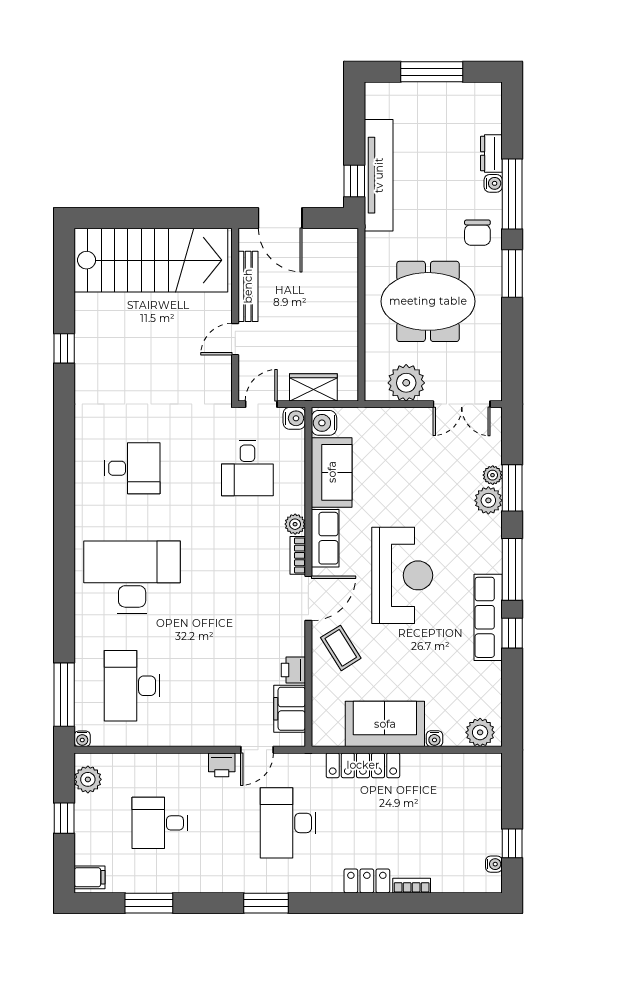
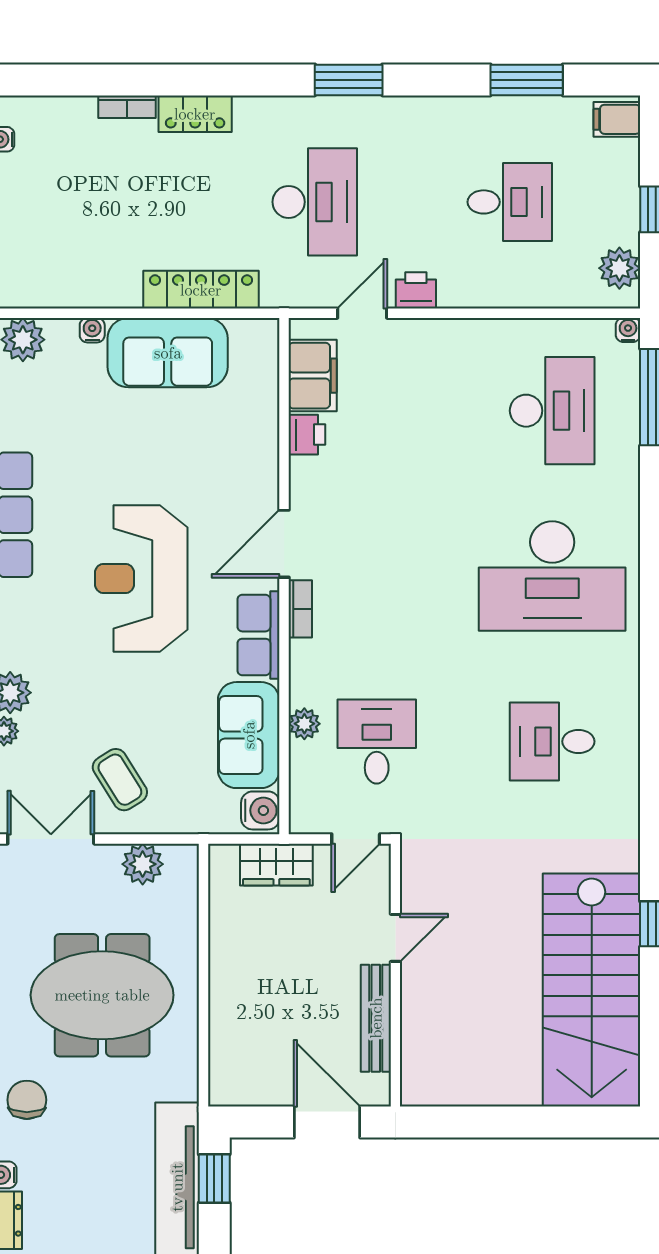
stairs: (151, 260) -> (592, 990), moved, turned -90
plant: (406, 383) -> (143, 864), width x0.73, depth x0.73
water cooler: (294, 418) -> (306, 817), removed
plant: (295, 524) -> (304, 724), moved
coffee table: (341, 648) -> (120, 780), moved

